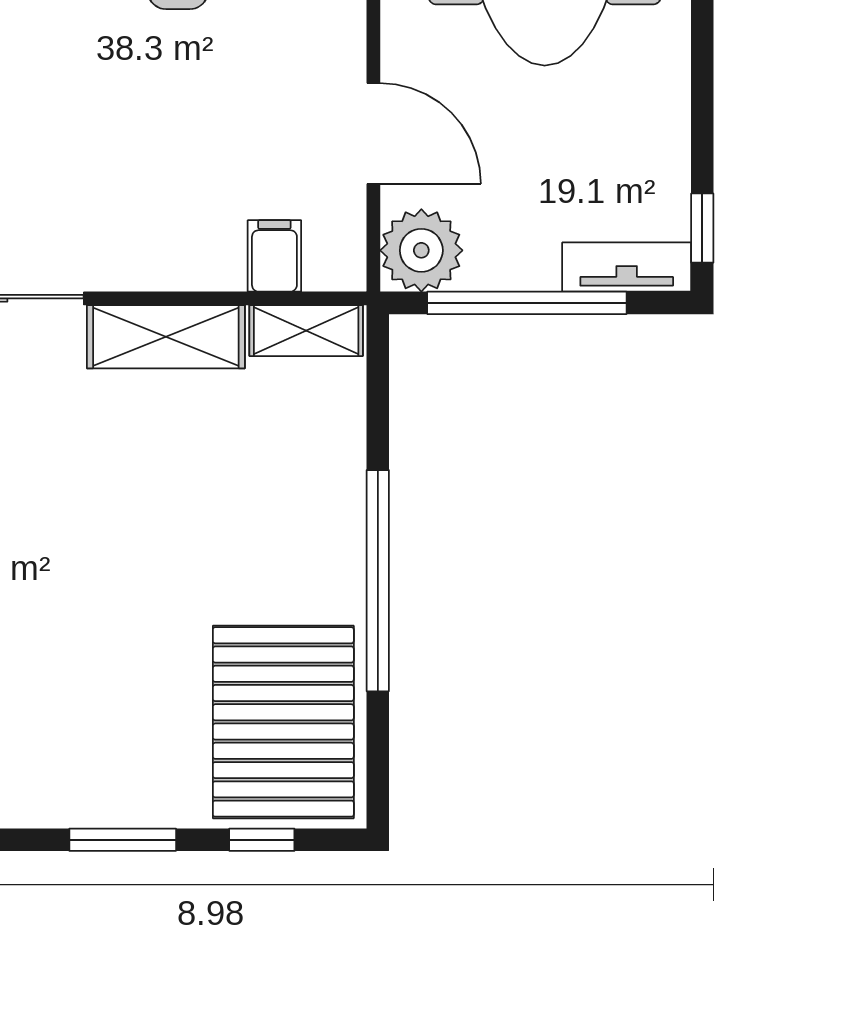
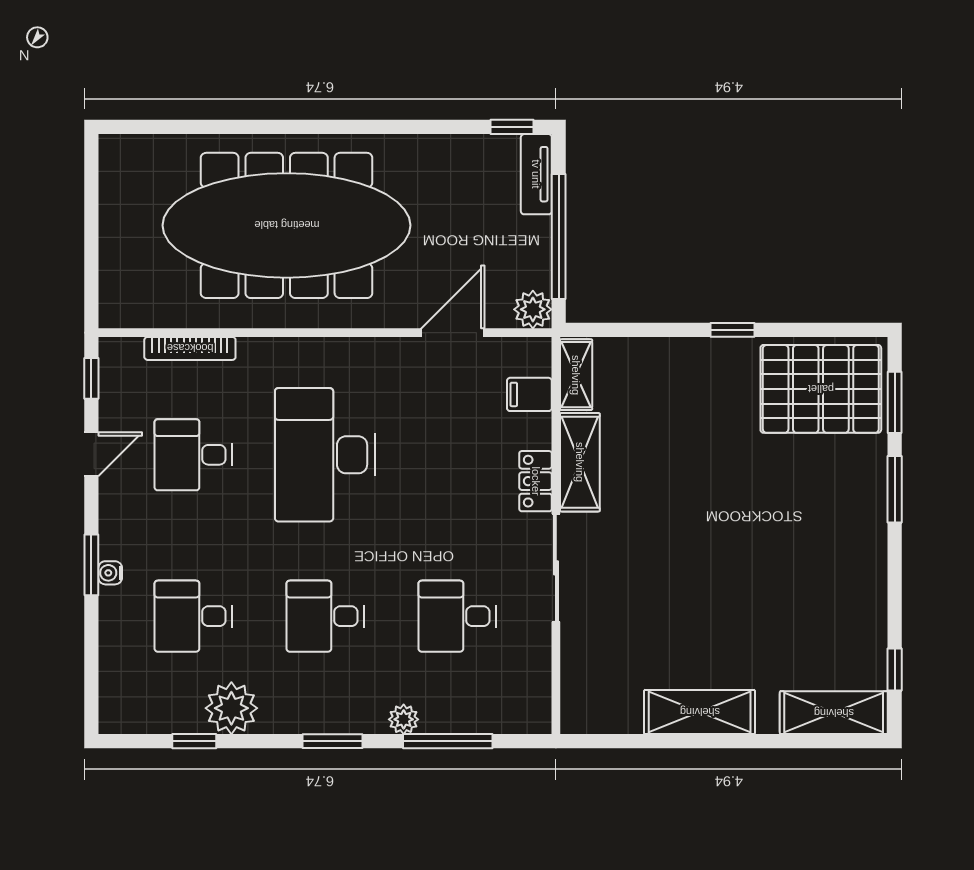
plant: (421, 250) -> (533, 309), width x0.73, depth x0.73
locker: (136, 266) -> (536, 481), added
window: (378, 581) -> (732, 330), width x0.32
window: (262, 840) -> (895, 402), width x1.50

